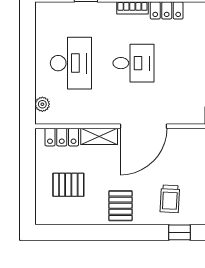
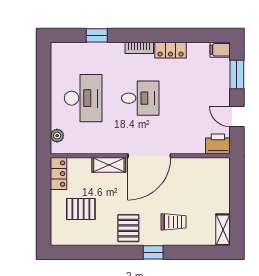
locker: (62, 137) -> (58, 174), moved, turned -90
trolley: (170, 199) -> (173, 222), turned -93
window: (179, 232) -> (153, 252), moved

